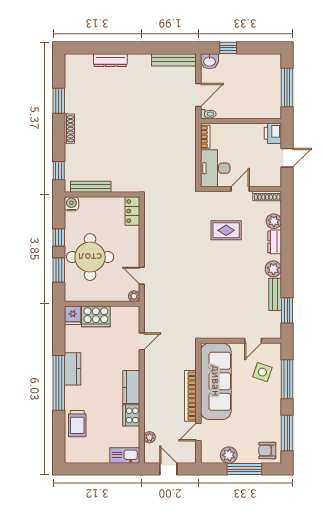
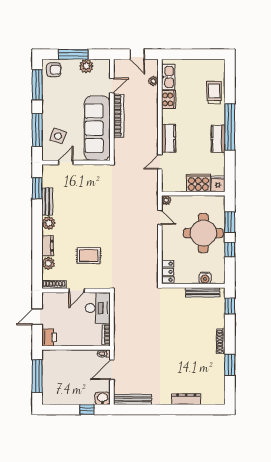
water cooler: (71, 204) -> (205, 278), moved
kitchen counter: (131, 387) -> (169, 138), moved
kitchen sink: (125, 456) -> (168, 77), moved, turned -90

